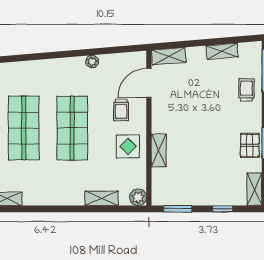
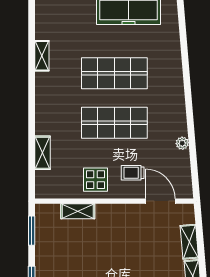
shelving: (169, 56) -> (189, 242), moved
shelving: (159, 150) -> (78, 211), moved
plant: (138, 197) -> (44, 190), removed

